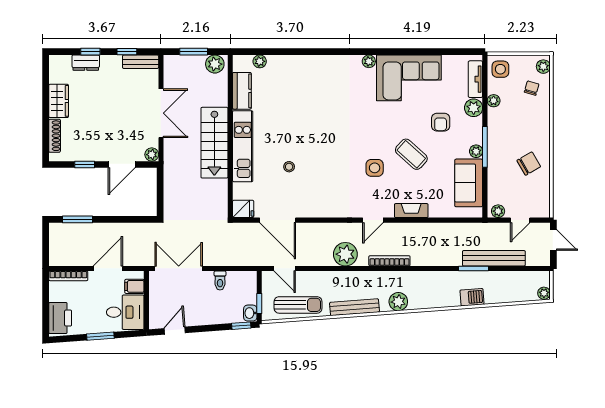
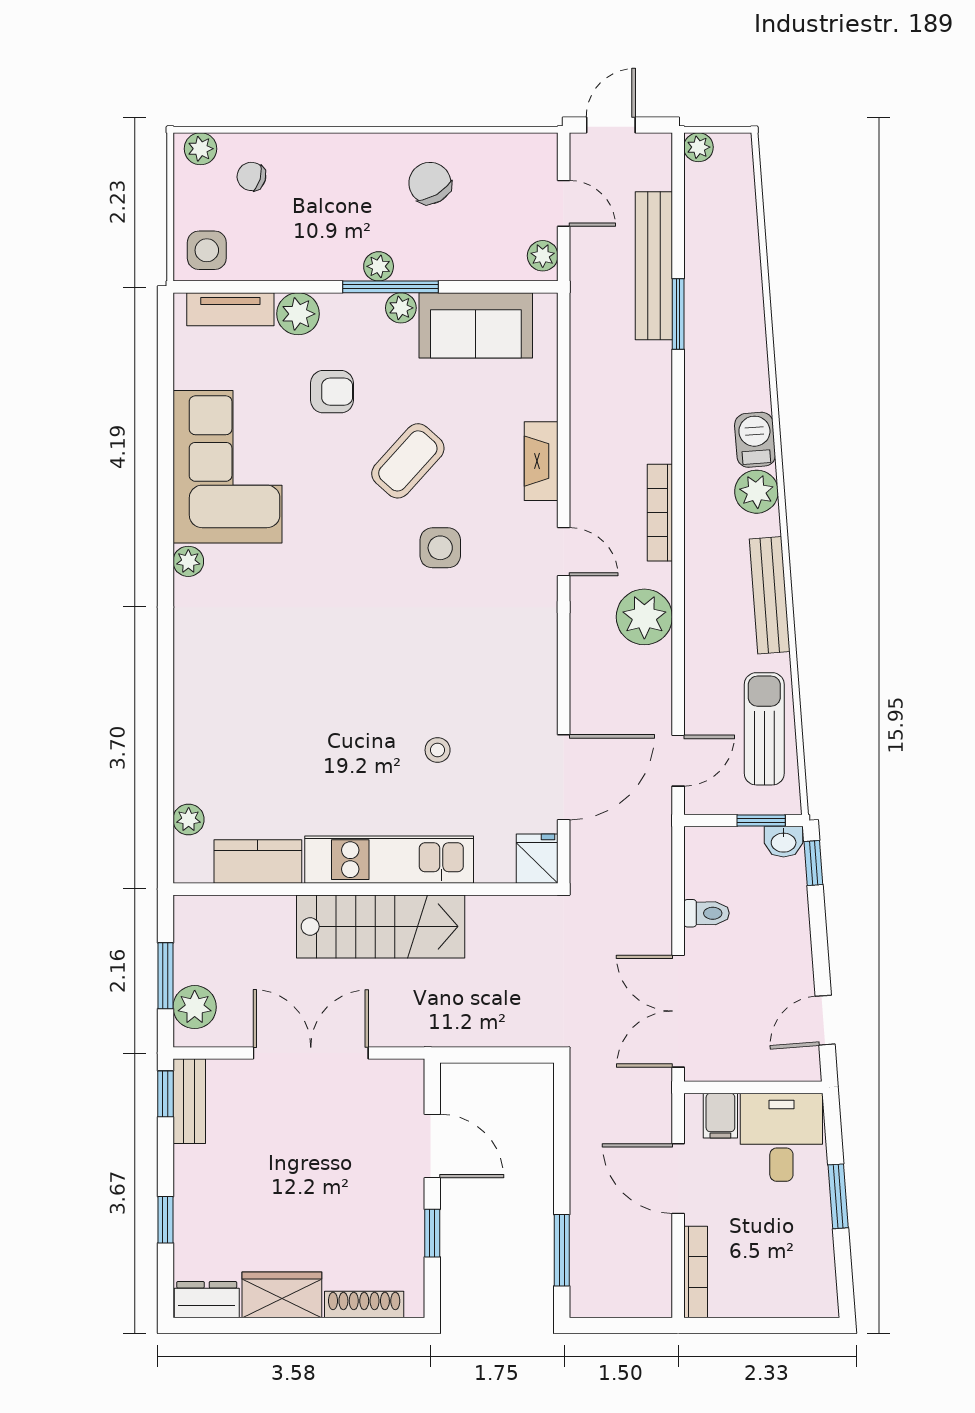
window: (127, 52) -> (165, 1094), moved
dresser: (86, 63) -> (207, 1300), moved, turned -90
plant: (215, 64) -> (195, 1007), moved
plant: (494, 101) -> (379, 266), moved
plant: (152, 155) -> (409, 1075), removed
plant: (544, 293) -> (698, 147), moved
barbecue: (472, 297) -> (755, 440), moved
printer: (60, 318) -> (795, 1291), removed
door: (175, 331) -> (825, 1020), hinge flipped

